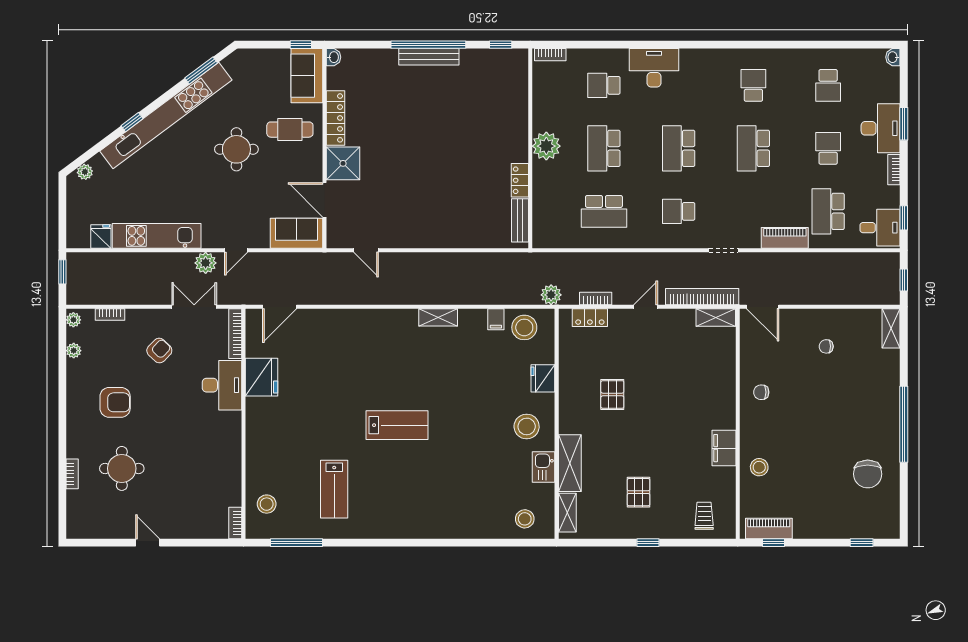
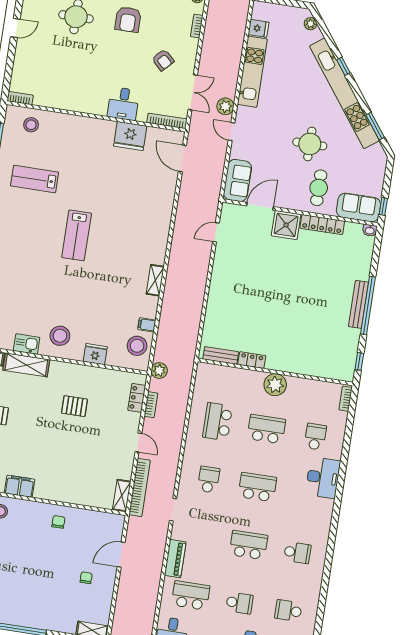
door: (763, 307) -> (121, 555), moved
desk: (222, 385) -> (123, 104), width x0.73

